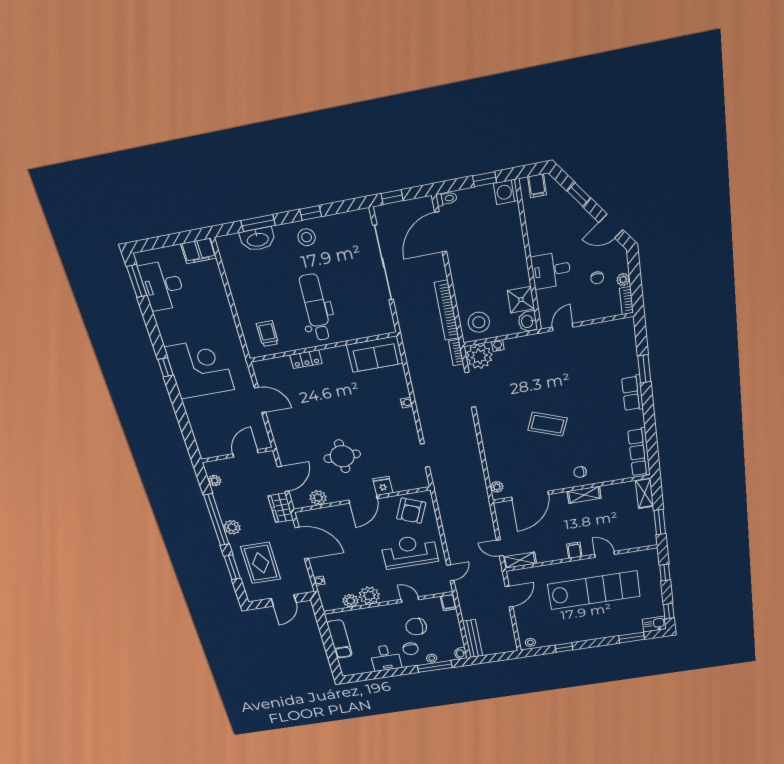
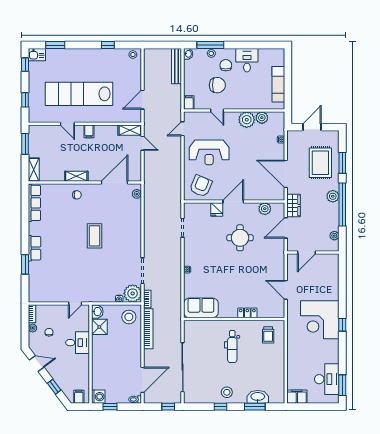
dental chair: (316, 307) -> (232, 347), width x0.73, depth x0.72
coffee table: (548, 424) -> (94, 236), turned 69

